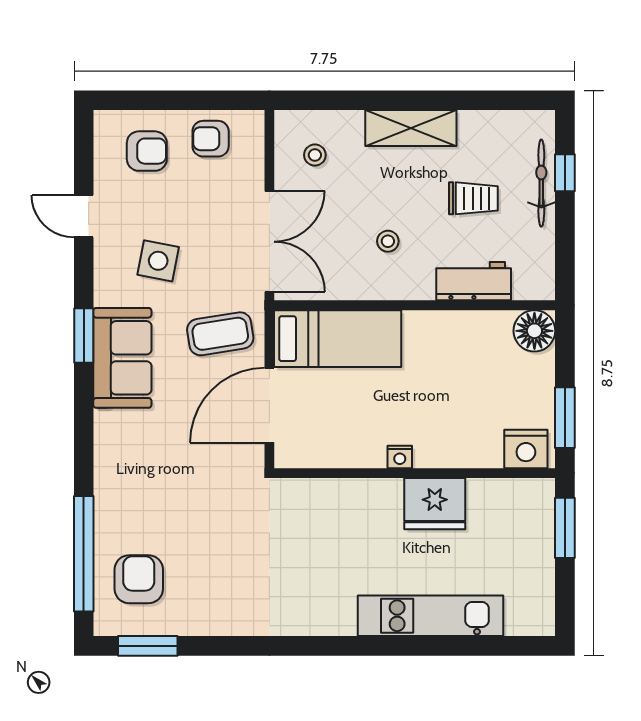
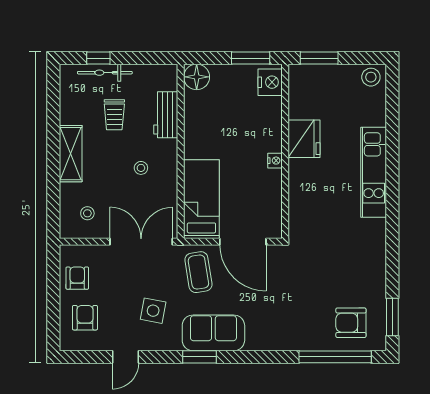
armchair: (211, 139) -> (77, 278), turned 180
trolley: (473, 198) -> (114, 115), turned 180
stool: (534, 611) -> (371, 77), added
kitchen unit: (431, 616) -> (374, 172), moved

